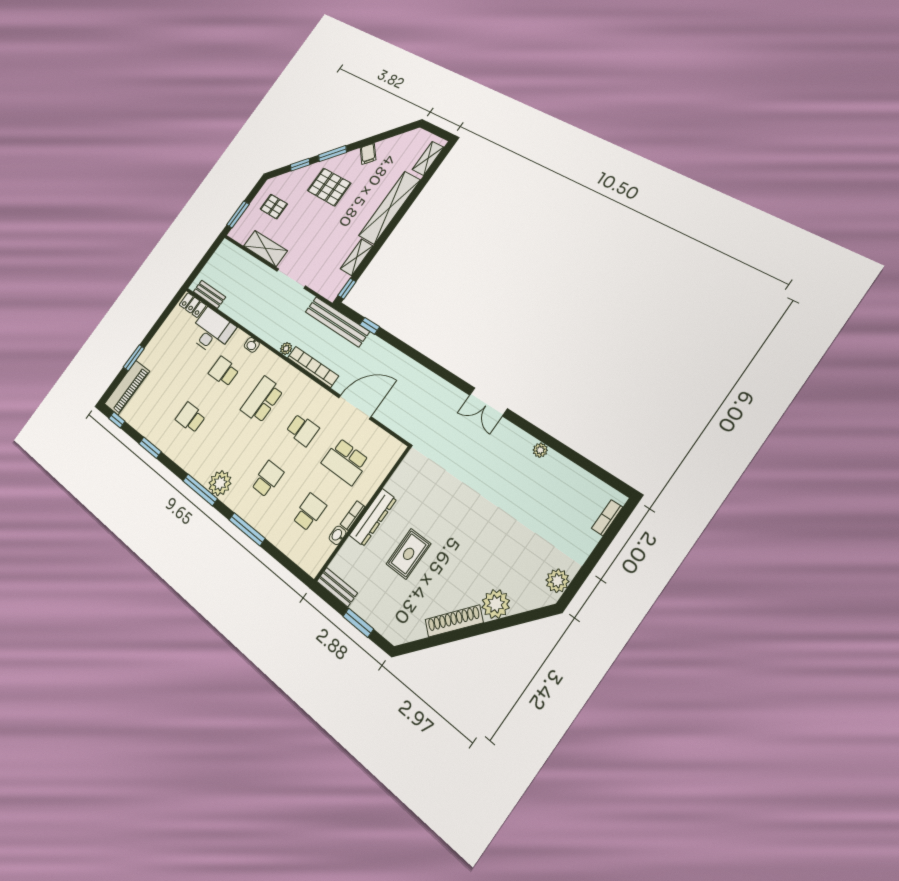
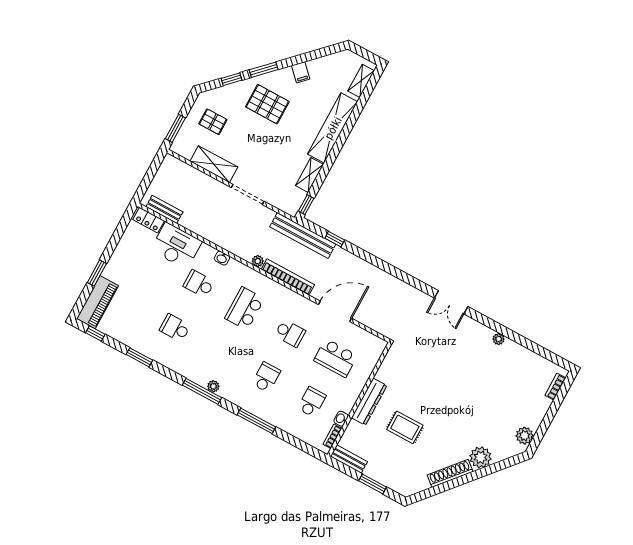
plant: (220, 483) -> (213, 386), width x0.53, depth x0.53
bookcase: (353, 516) -> (332, 436), moved
rug: (409, 554) -> (405, 427), turned 90

